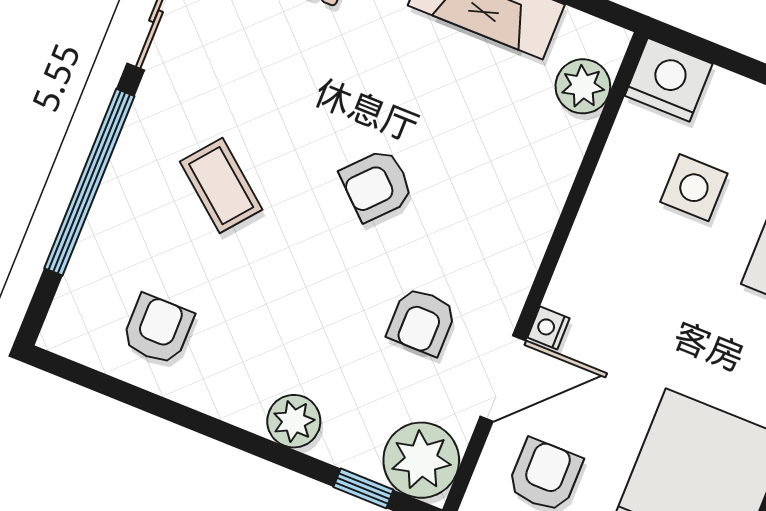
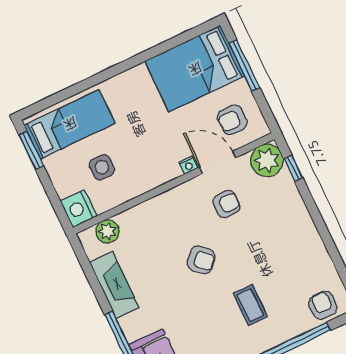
coffee table: (221, 186) -> (250, 305), turned -39
armchair: (158, 329) -> (323, 305), moved, turned 90
plant: (294, 421) -> (296, 210), removed

